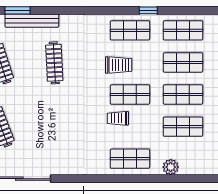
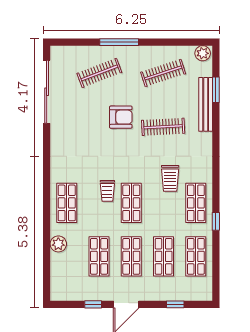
trolley: (119, 65) -> (170, 178), moved
armchair: (45, 105) -> (121, 117), added
trolley: (118, 118) -> (107, 191), turned 180

